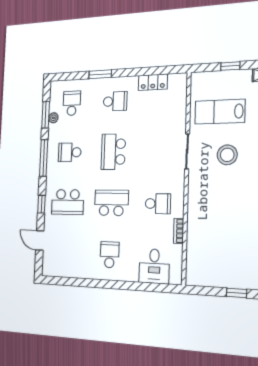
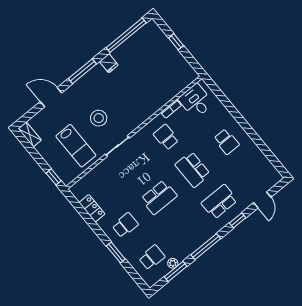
window: (230, 66) -> (54, 177), moved
school desk: (115, 101) -> (125, 225), turned 90
school desk: (72, 103) -> (152, 257), turned 180
school desk: (70, 152) -> (186, 230), removed
school desk: (68, 202) -> (219, 202), turned -90
school desk: (110, 255) -> (226, 142), turned -90
desk: (154, 266) -> (196, 101), moved, turned -90

